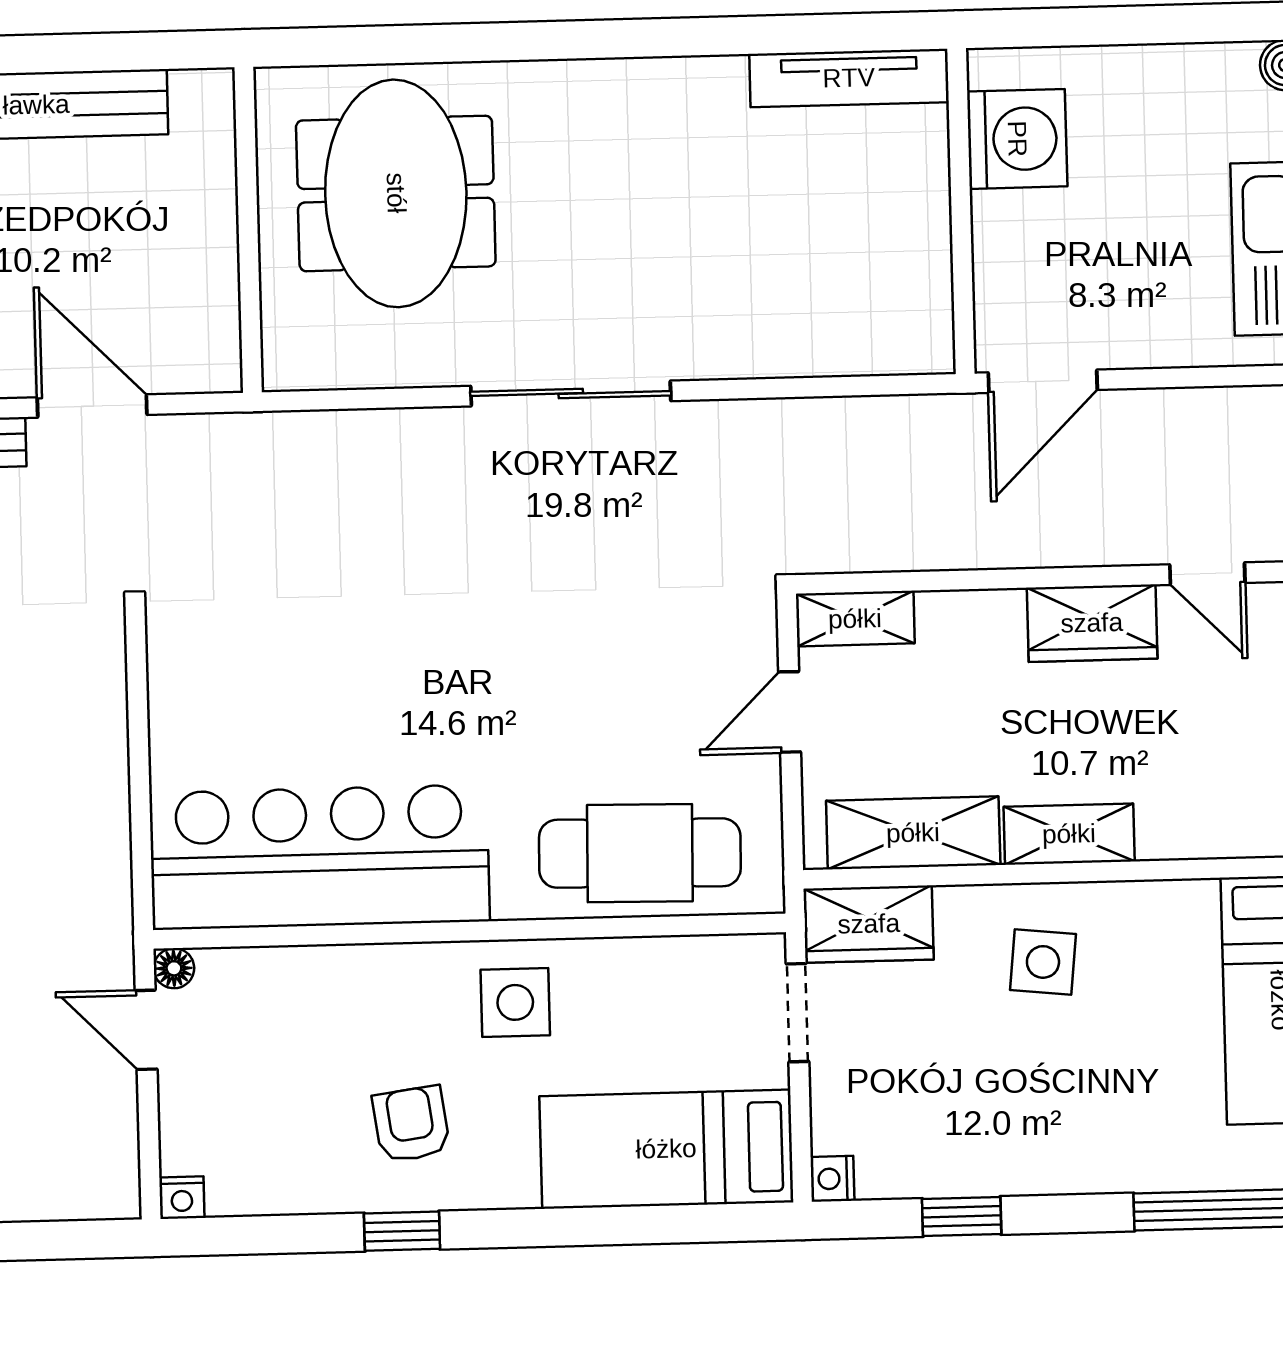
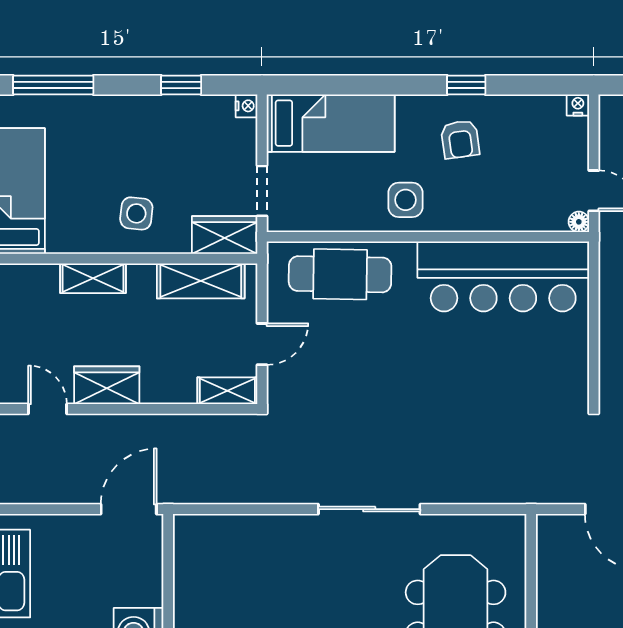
shelving: (1069, 834) -> (93, 278), moved

